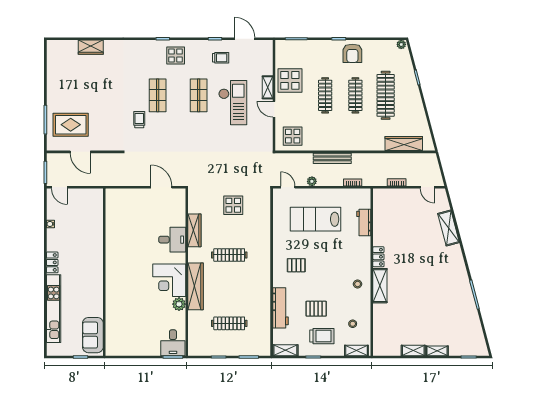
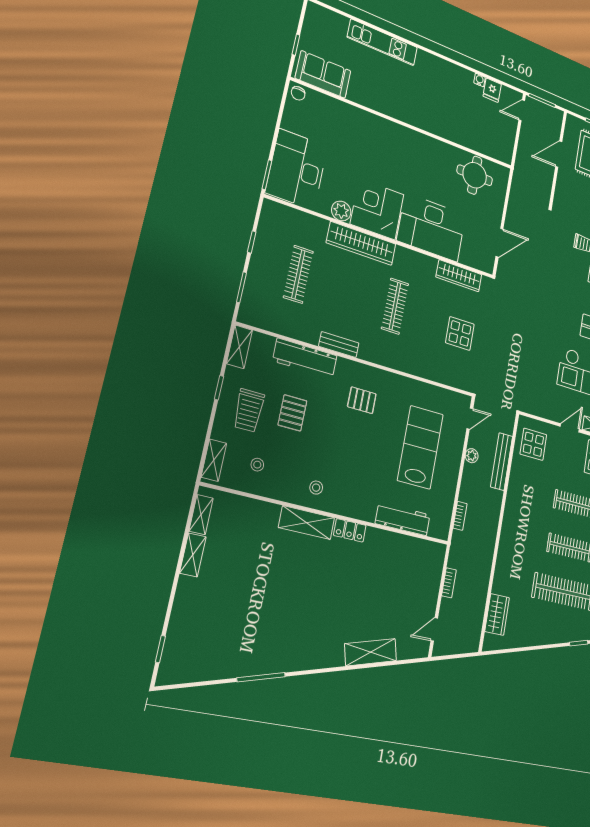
wardrobe: (404, 144) -> (497, 615), width x0.67
bench: (332, 158) -> (502, 462), moved
fridge: (54, 213) -> (492, 90), added
round table: (120, 215) -> (475, 175), added
workbench: (364, 222) -> (403, 519), width x1.38
wardrobe: (194, 230) -> (459, 276), moved
desk: (172, 240) -> (431, 228), width x1.87, depth x1.30
locker: (52, 262) -> (431, 61), removed
pallet: (296, 265) -> (362, 400), turned 90
bench: (265, 288) -> (339, 345), added
kitchen unit: (54, 309) -> (382, 42), width x0.73
desk: (173, 343) -> (297, 169), width x1.87, depth x1.30
chair: (112, 349) -> (298, 93), added
shelving: (437, 351) -> (201, 515), moved

